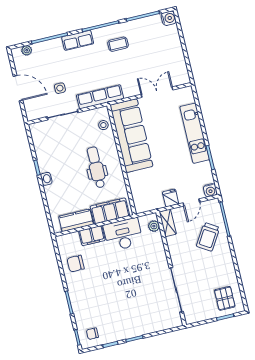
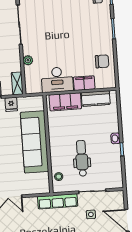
sofa: (131, 136) -> (35, 142), moved
dental chair: (96, 167) -> (82, 158), moved, turned 180
plant: (154, 226) -> (28, 60), moved

